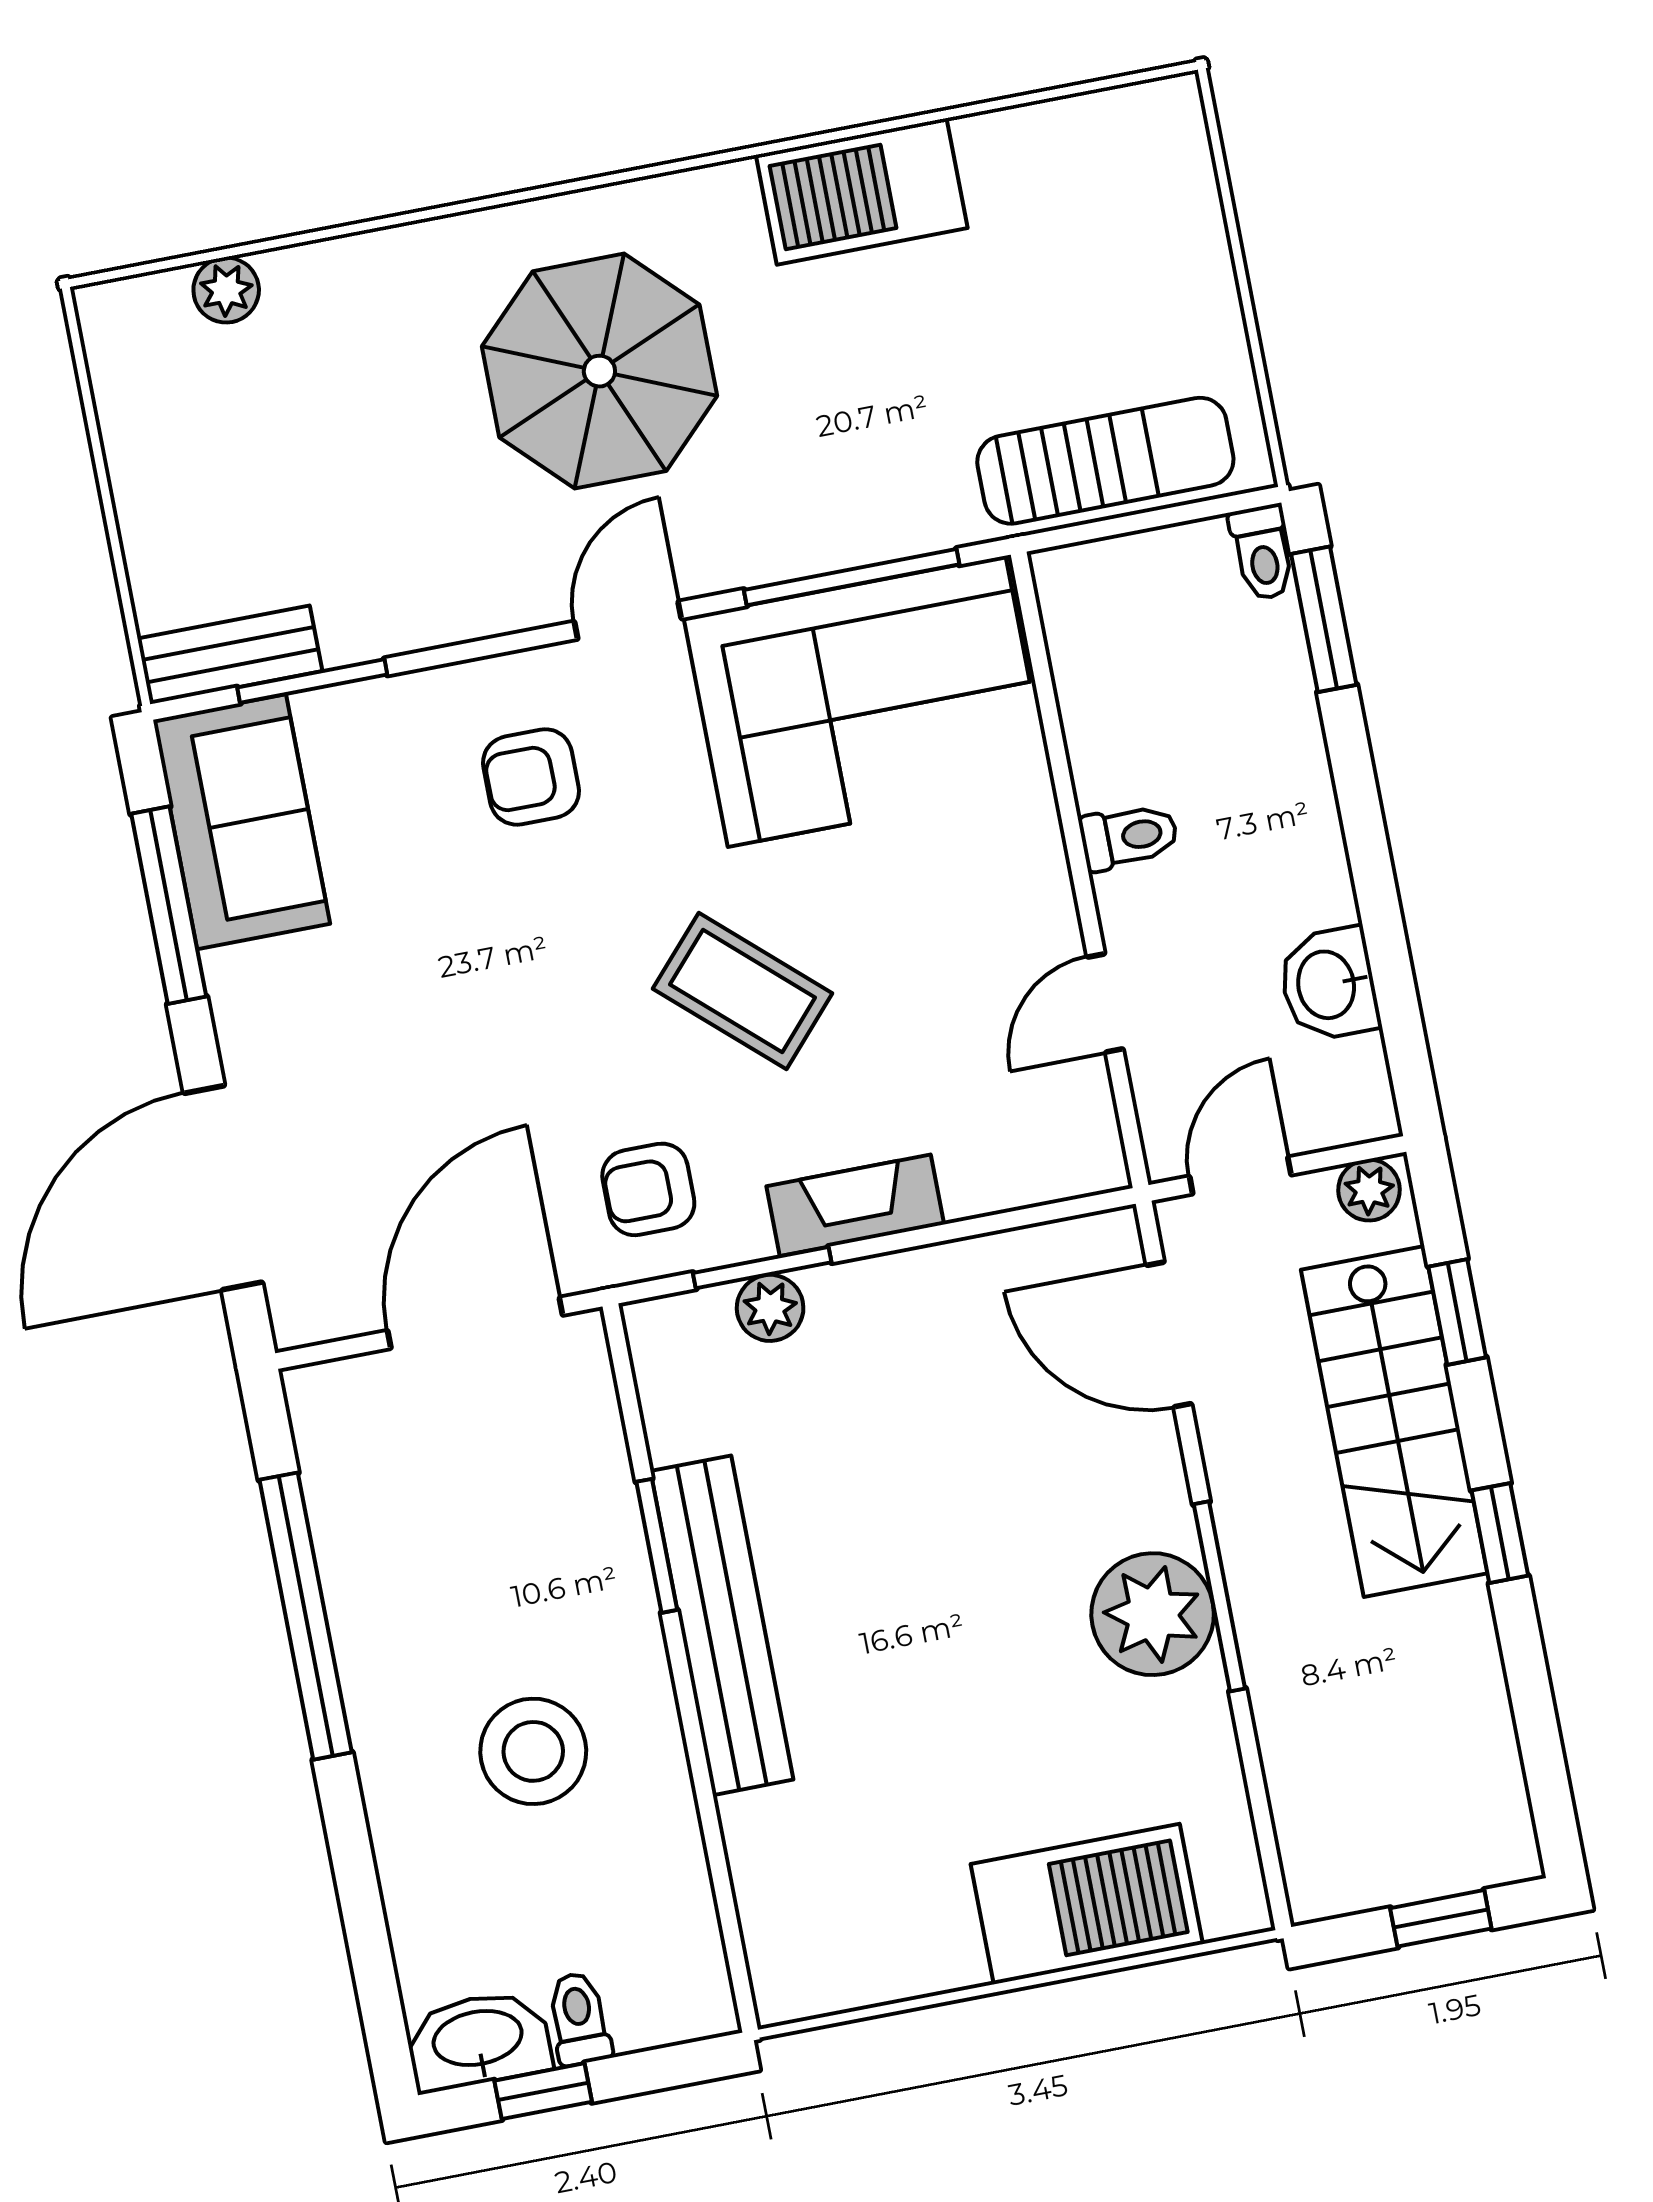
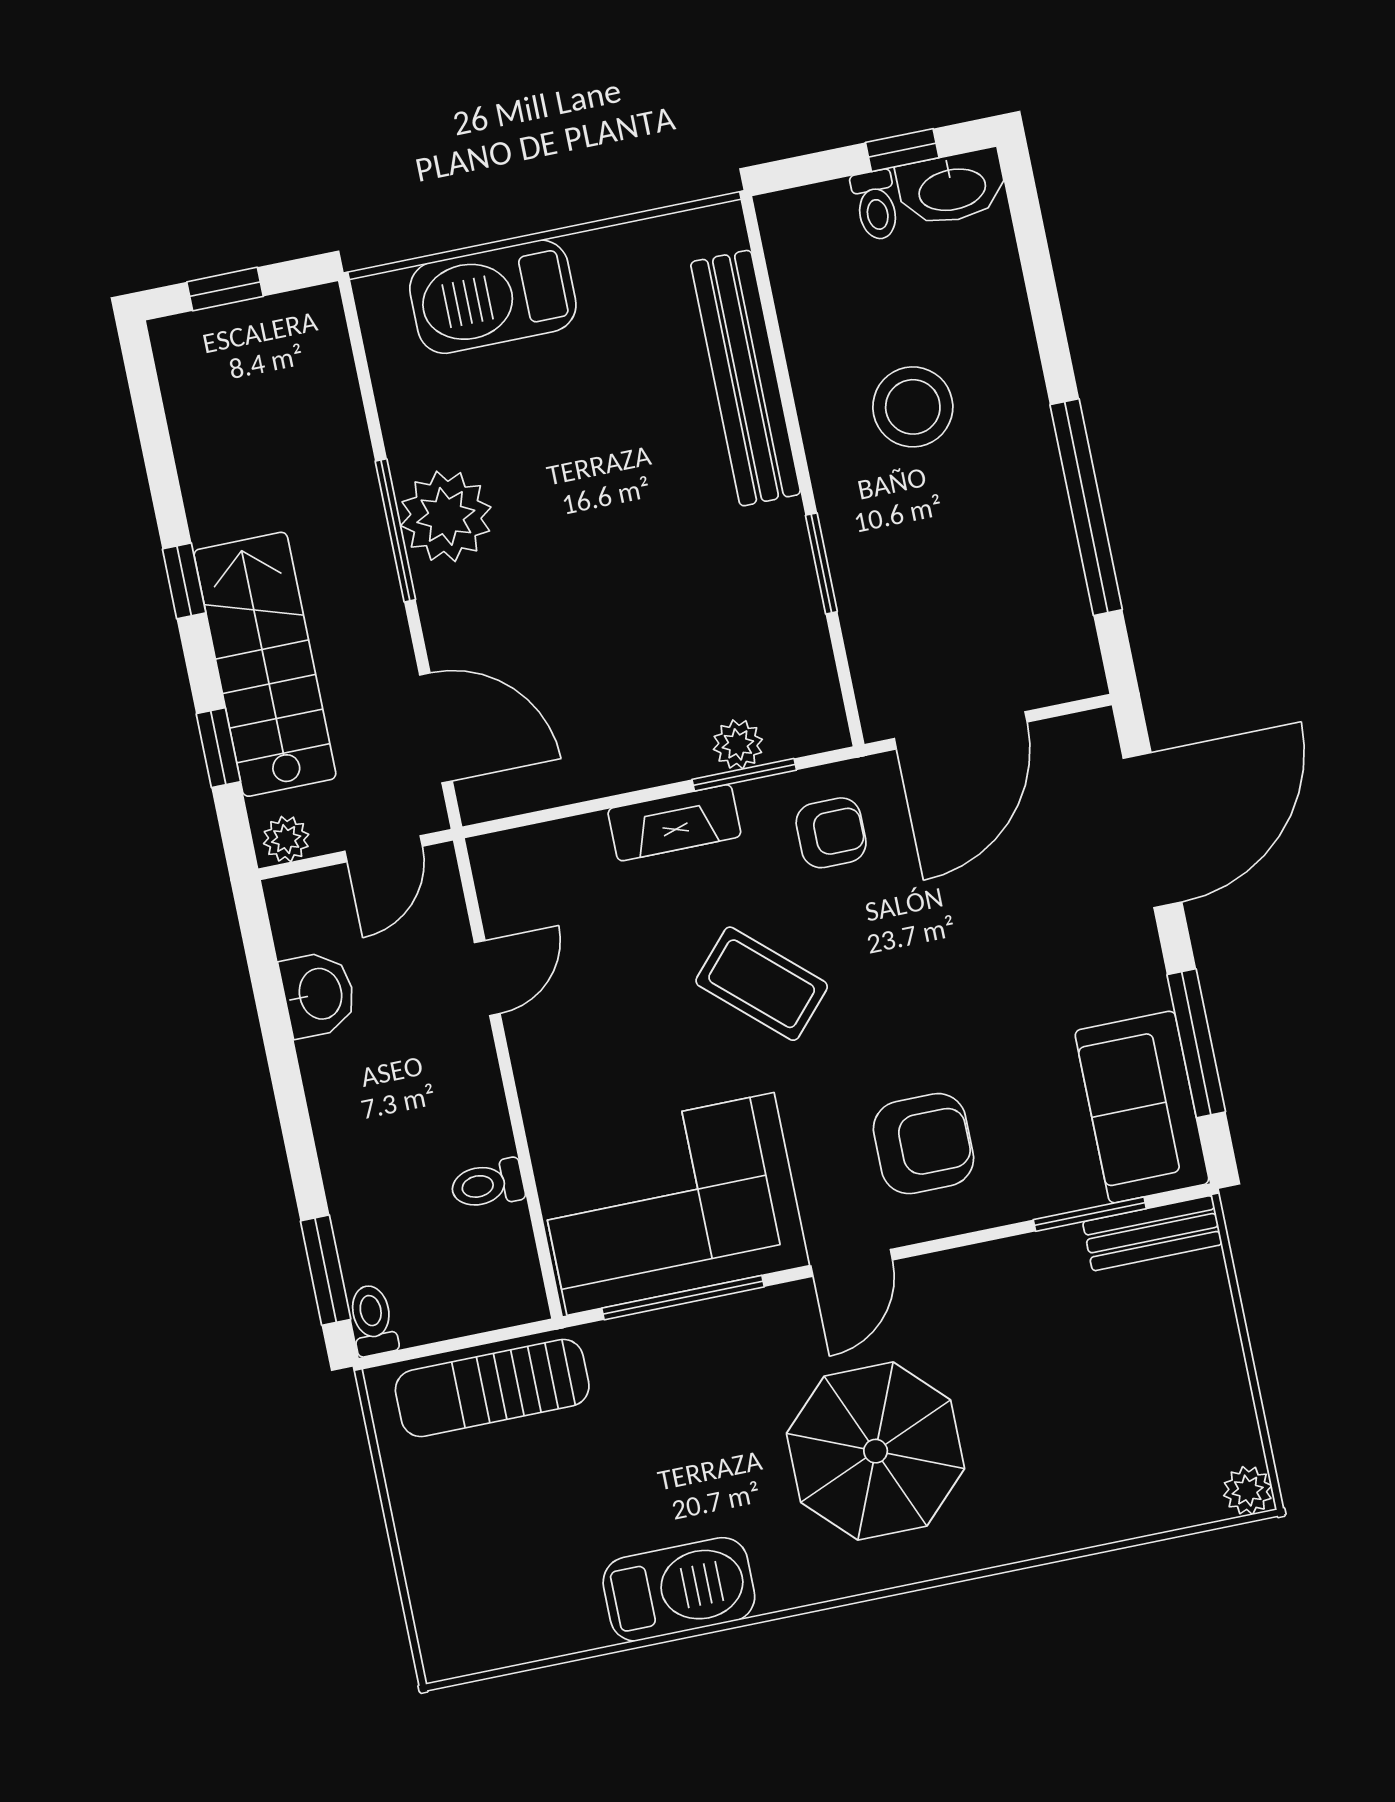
plant: (226, 290) -> (1248, 1491), moved
armchair: (531, 777) -> (924, 1144), width x1.38, depth x1.38
toilet: (1129, 837) -> (487, 1184), moved
bench: (722, 1625) -> (746, 378), moved

